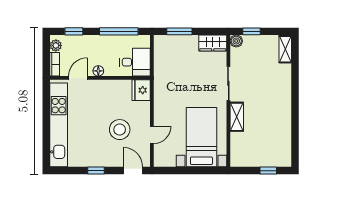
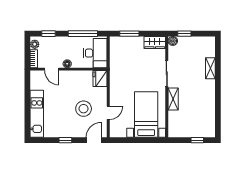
shelving: (285, 49) -> (210, 68), moved
desk: (135, 62) -> (95, 53), width x1.37
door: (78, 78) -> (52, 69), swing flipped
kitchen unit: (59, 125) -> (37, 114), width x0.73
door: (133, 171) -> (94, 140), hinge flipped

